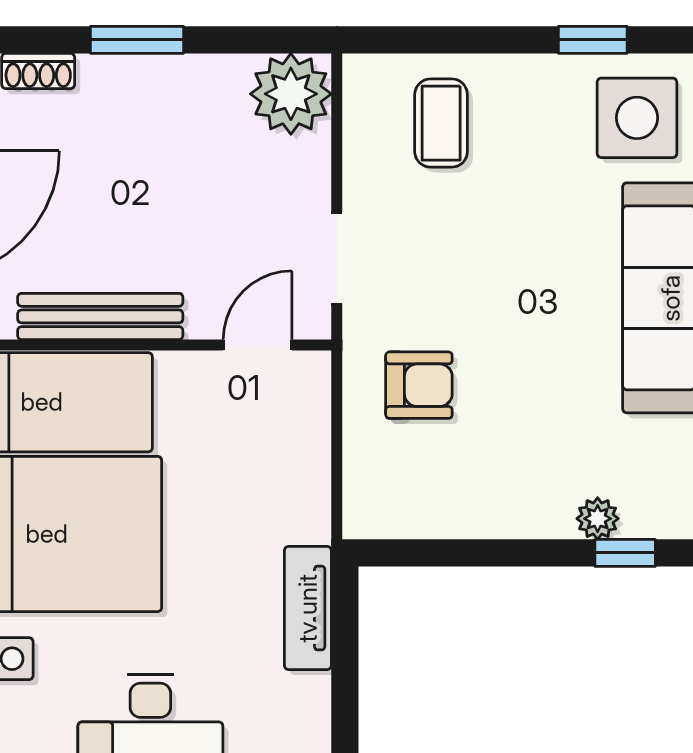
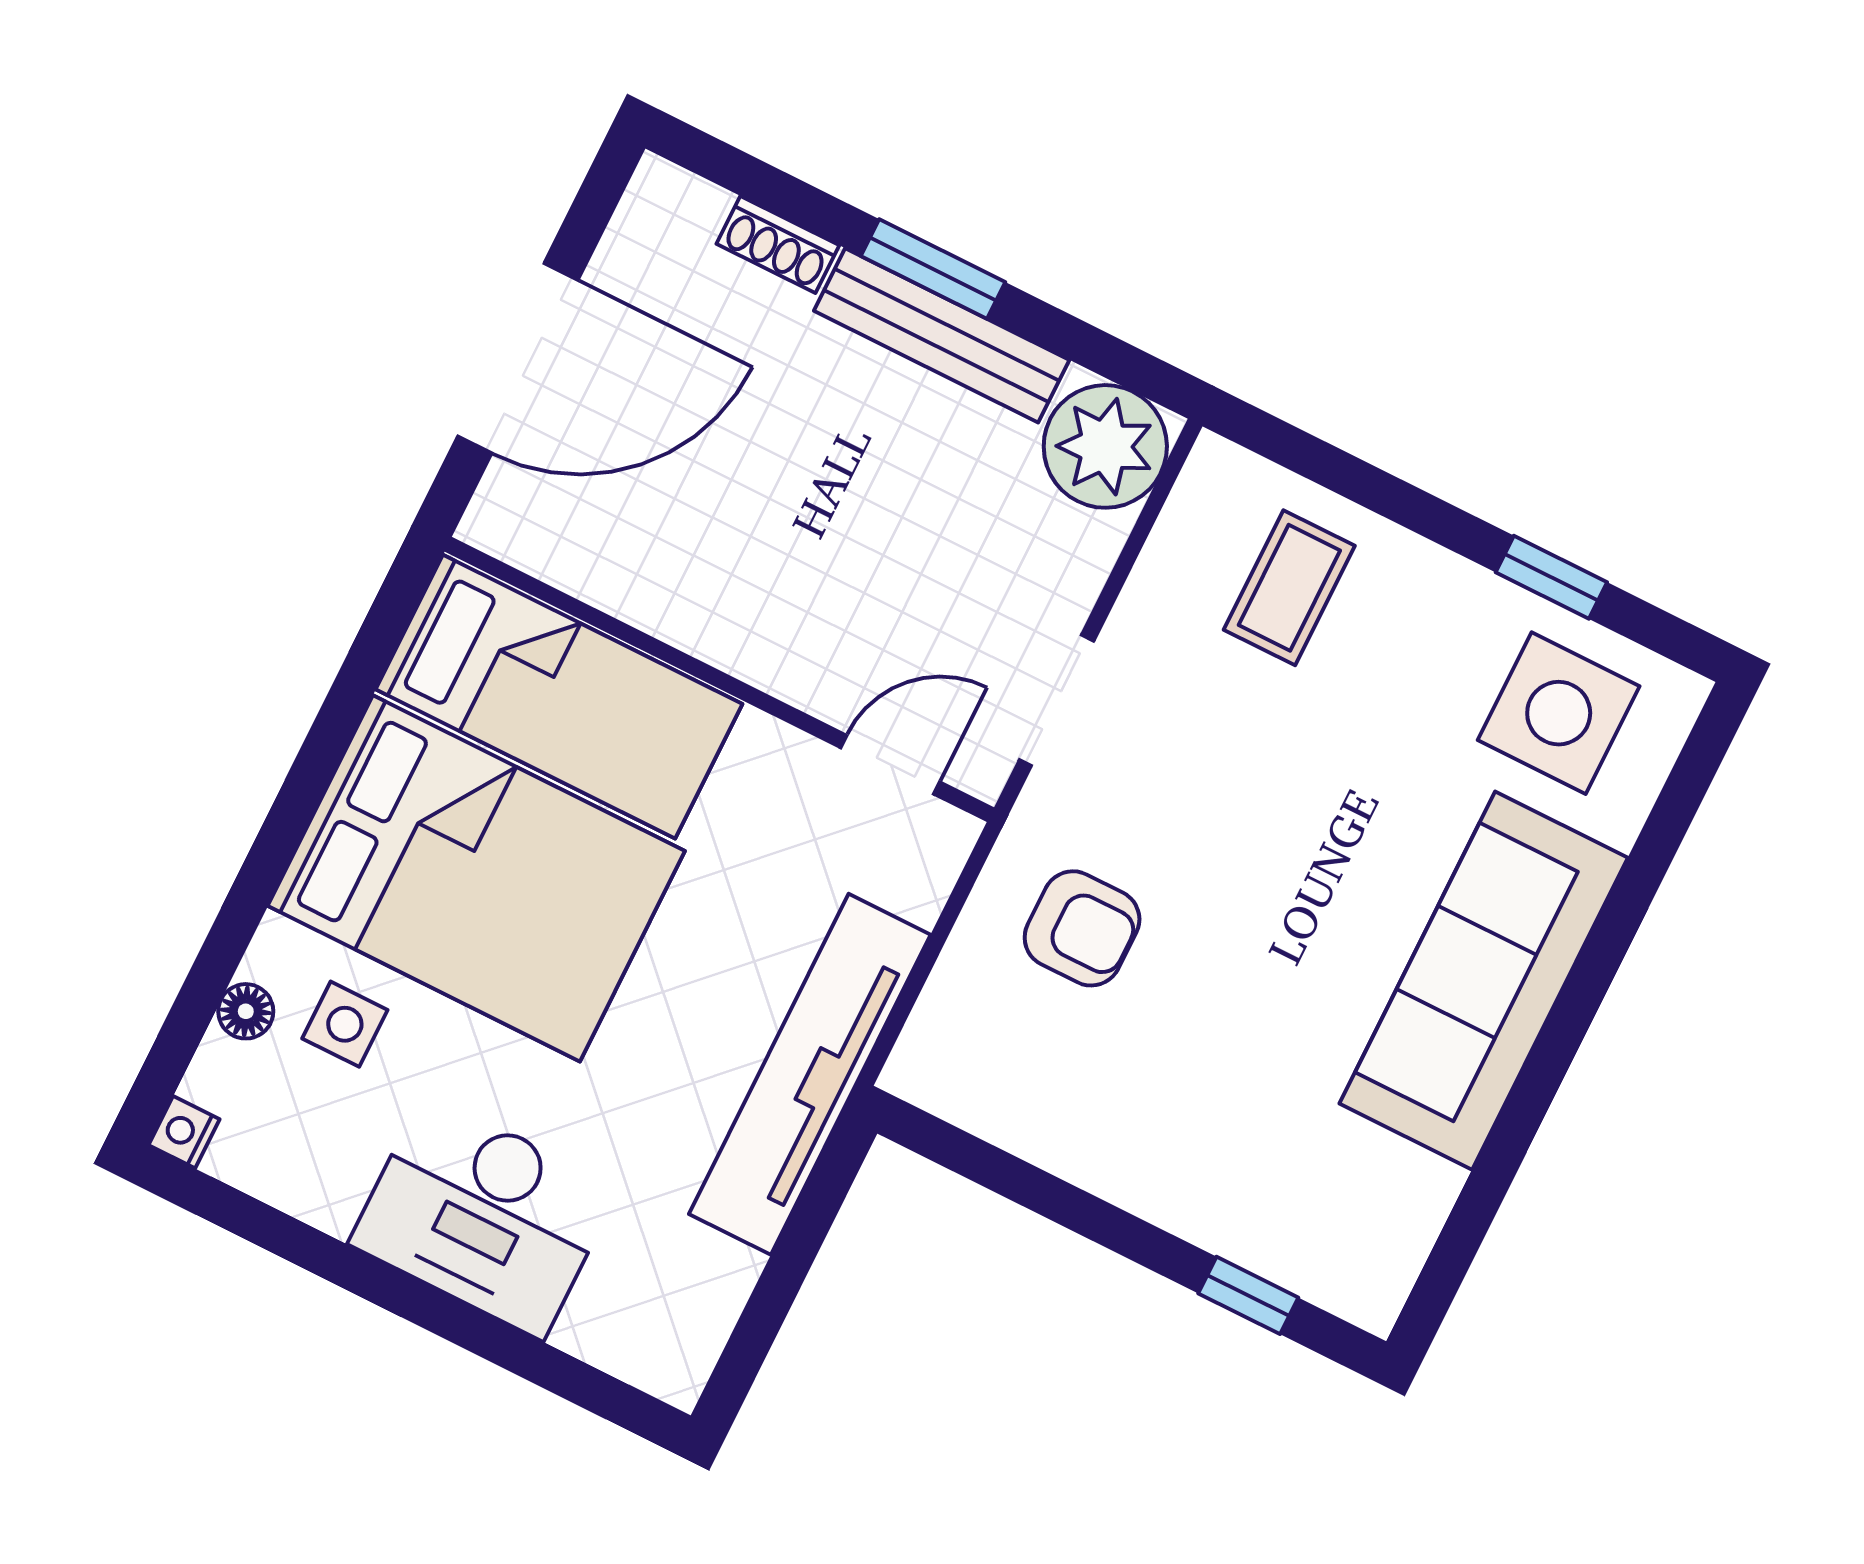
bench: (100, 316) -> (942, 335), moved
plant: (598, 519) -> (1234, 1230), removed
tv unit: (308, 608) -> (810, 1074), width x1.92, depth x1.29

